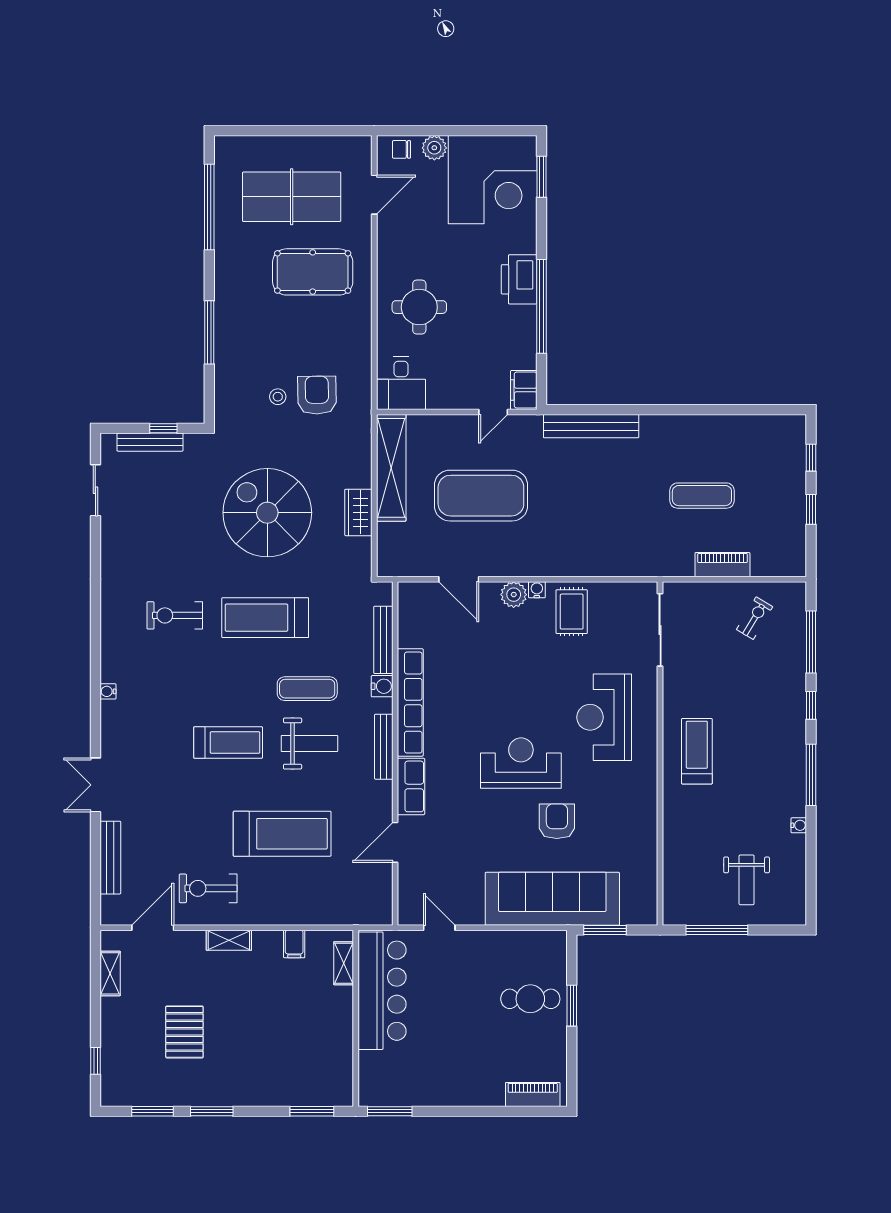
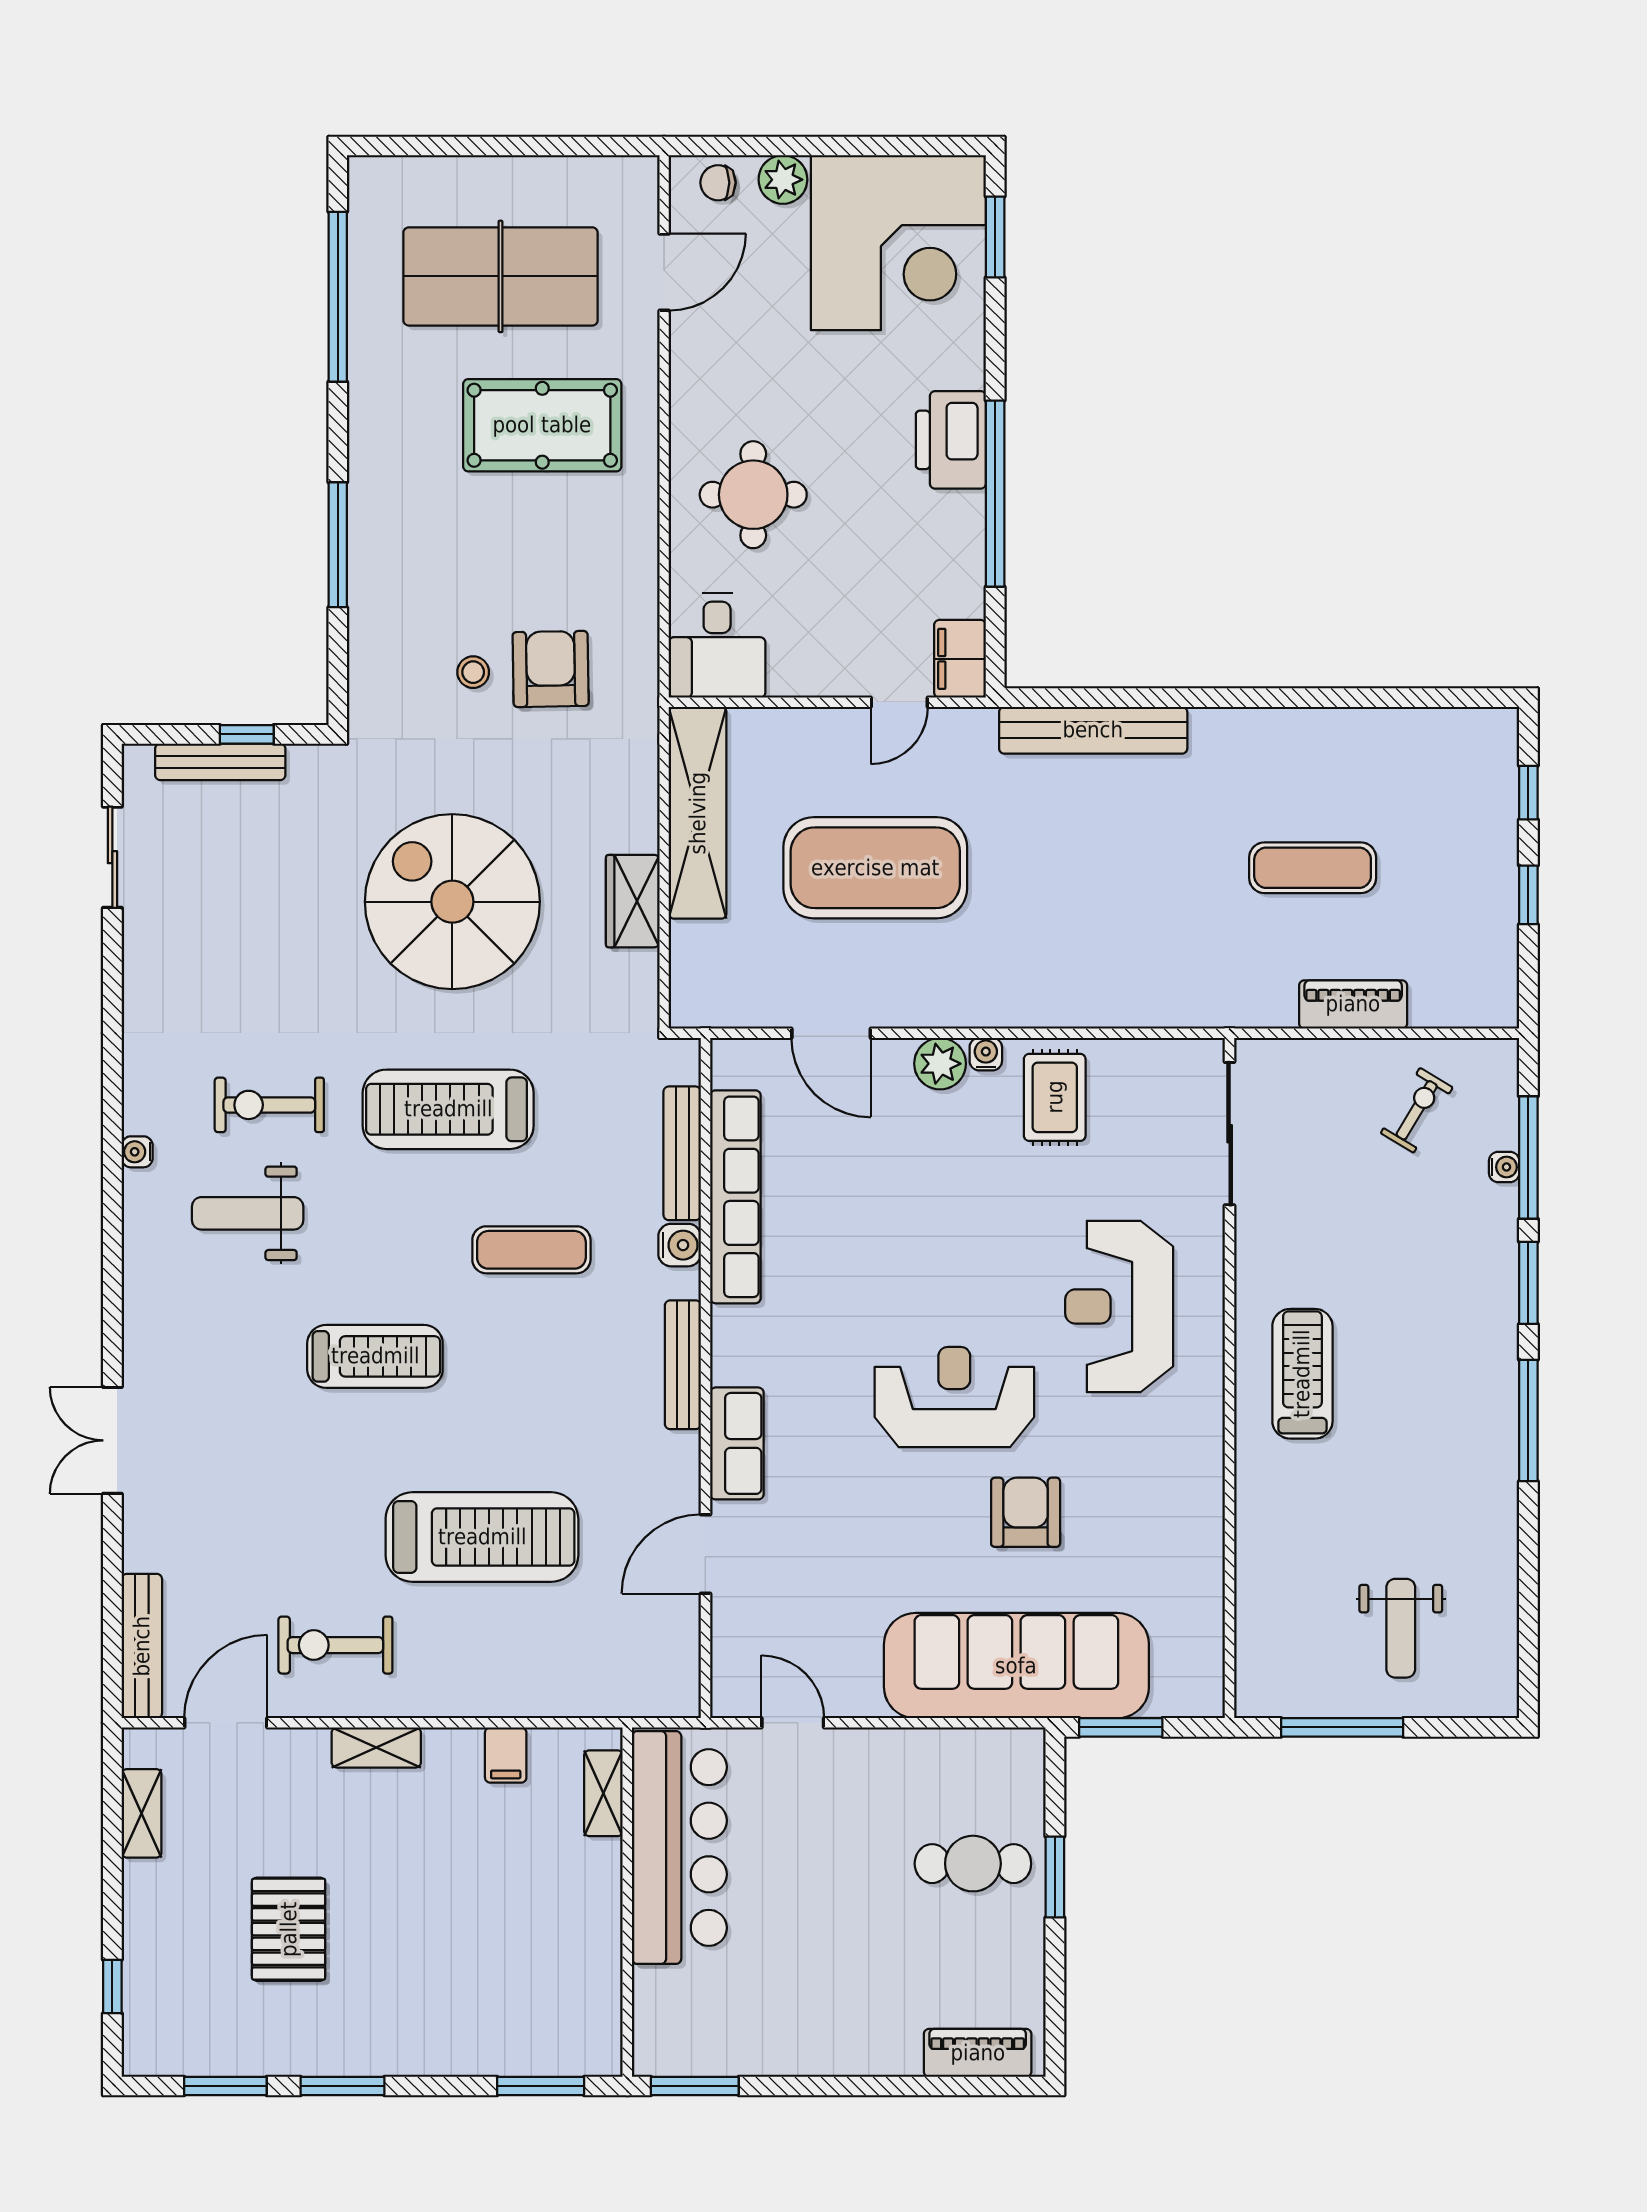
water cooler: (108, 691) -> (137, 1152), moved
row of seats: (410, 703) -> (735, 1197), moved
window: (811, 705) -> (1528, 1283), width x1.50
weight bench: (309, 743) -> (248, 1213), moved, turned 180
water cooler: (799, 825) -> (1504, 1167), moved
bench: (110, 858) -> (142, 1646), moved

